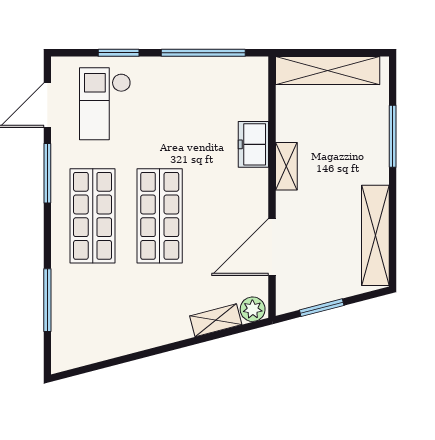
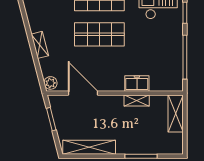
shelving: (328, 70) -> (176, 114), width x0.68
shelving: (286, 166) -> (137, 101), moved
shelving: (216, 320) -> (40, 45), moved

